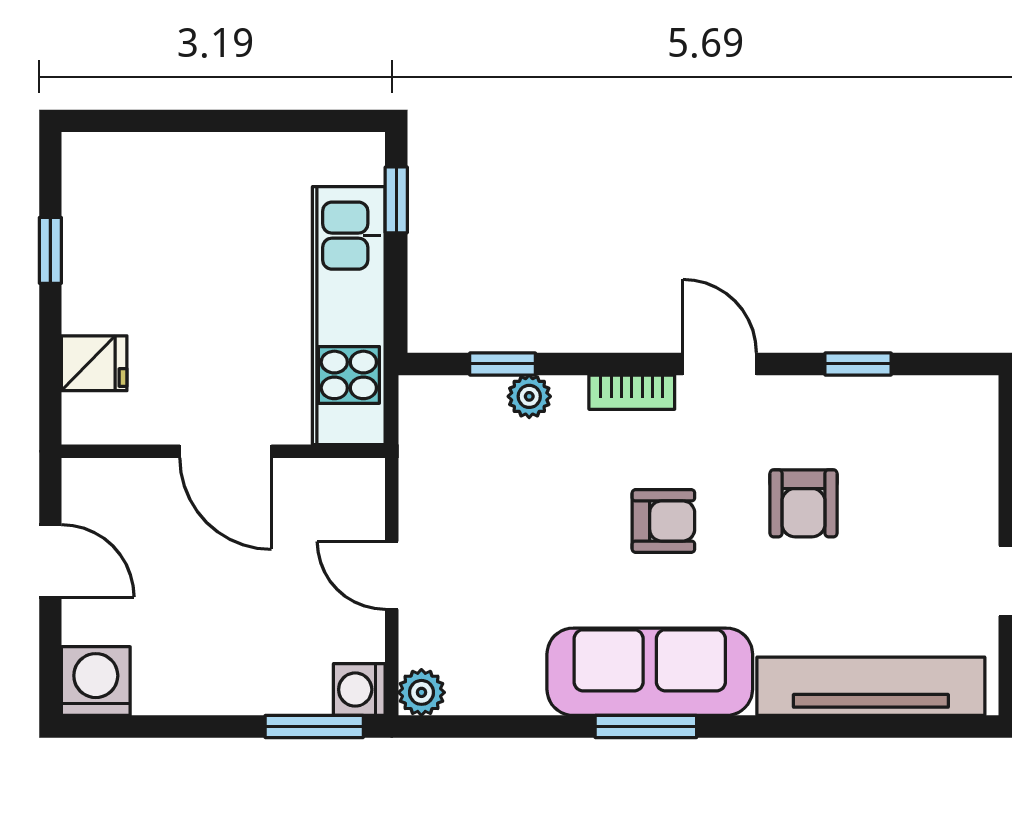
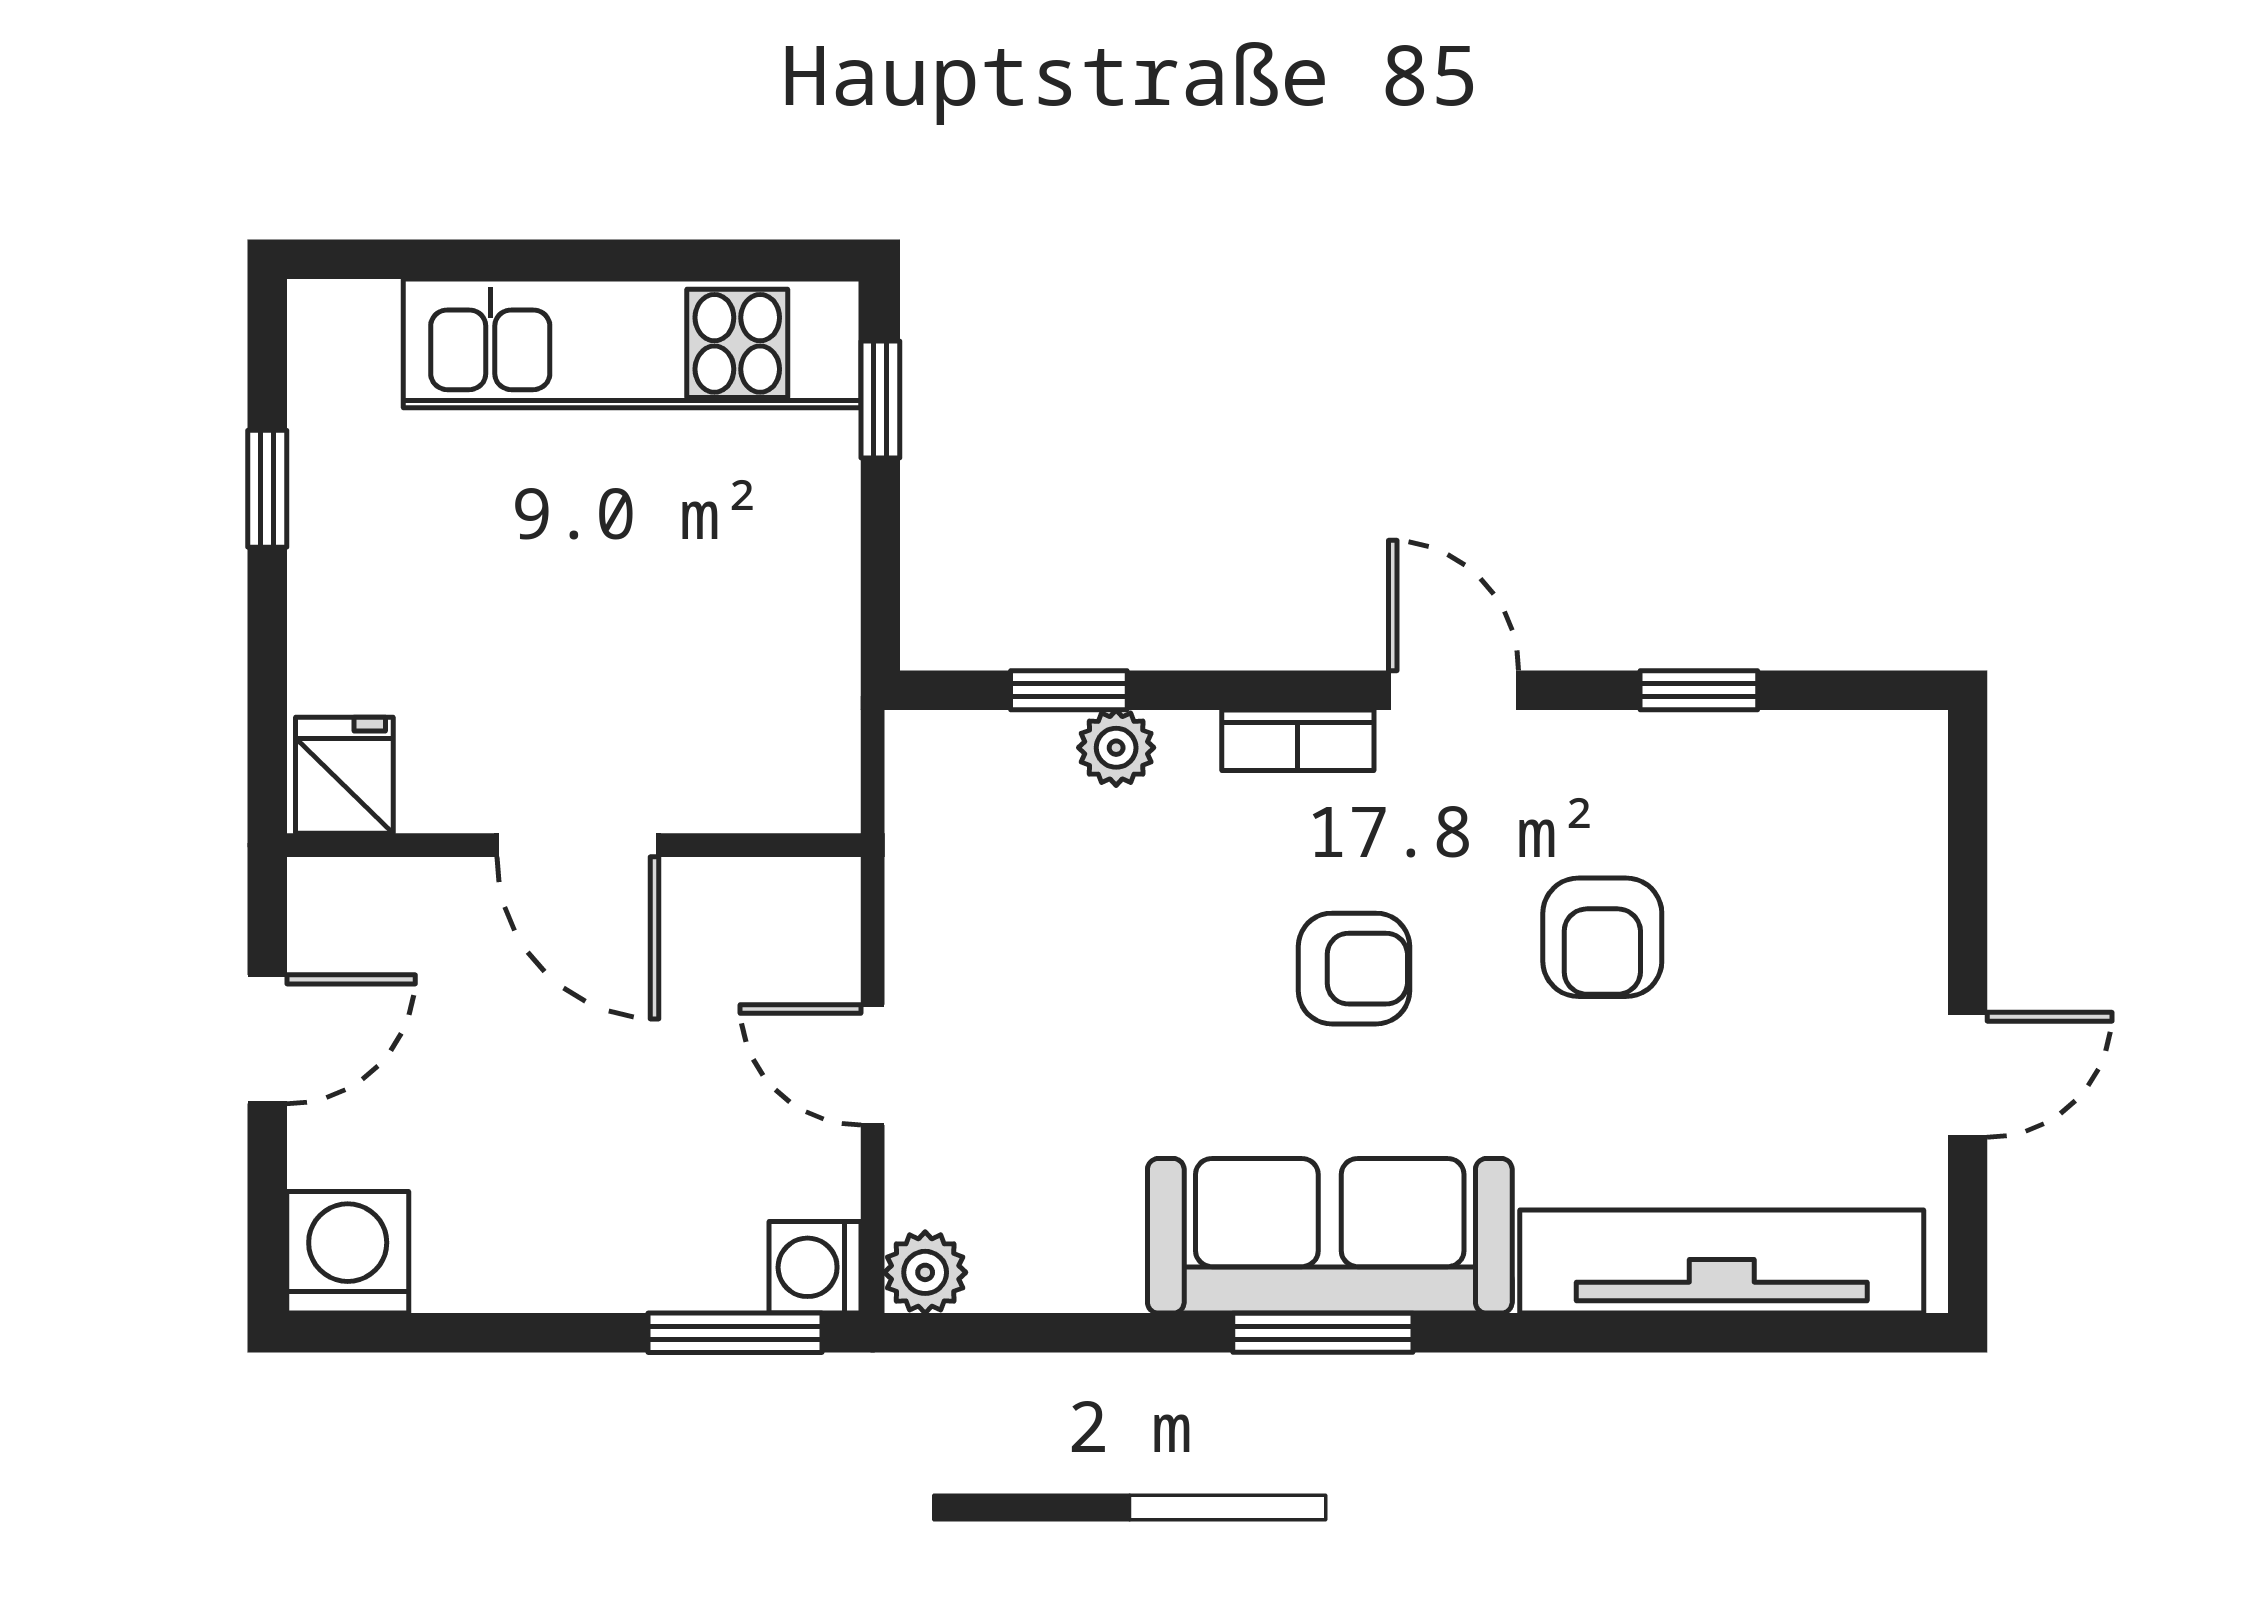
kitchen unit: (349, 316) -> (632, 343), moved, turned -90
fridge: (94, 363) -> (344, 775), moved, turned -90
door: (50, 561) -> (267, 1039), hinge flipped

